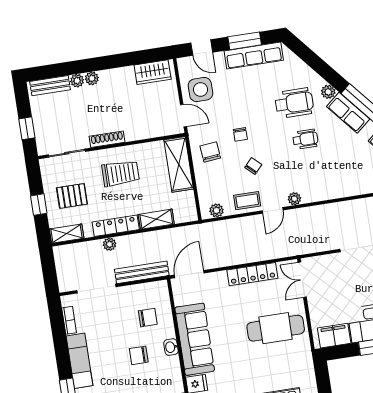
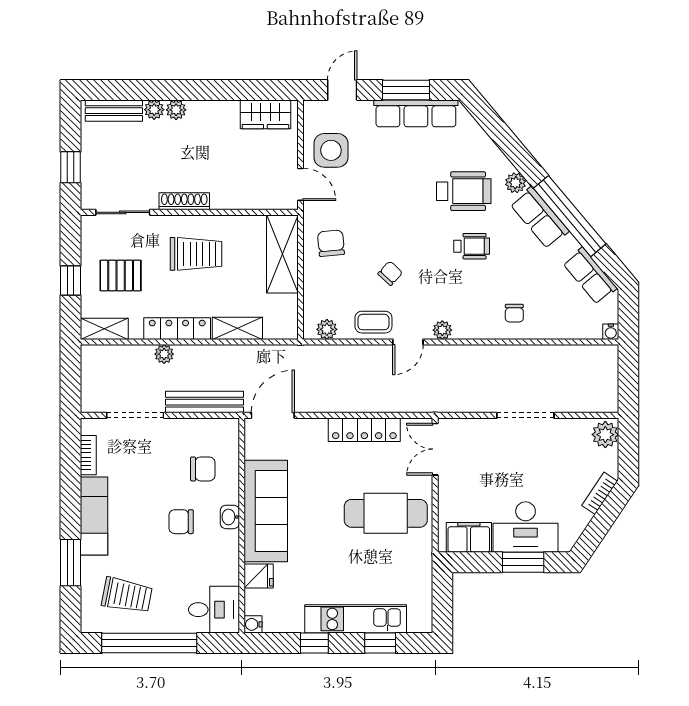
door: (202, 48) -> (342, 90), swing flipped
chair: (240, 134) -> (514, 313), moved

